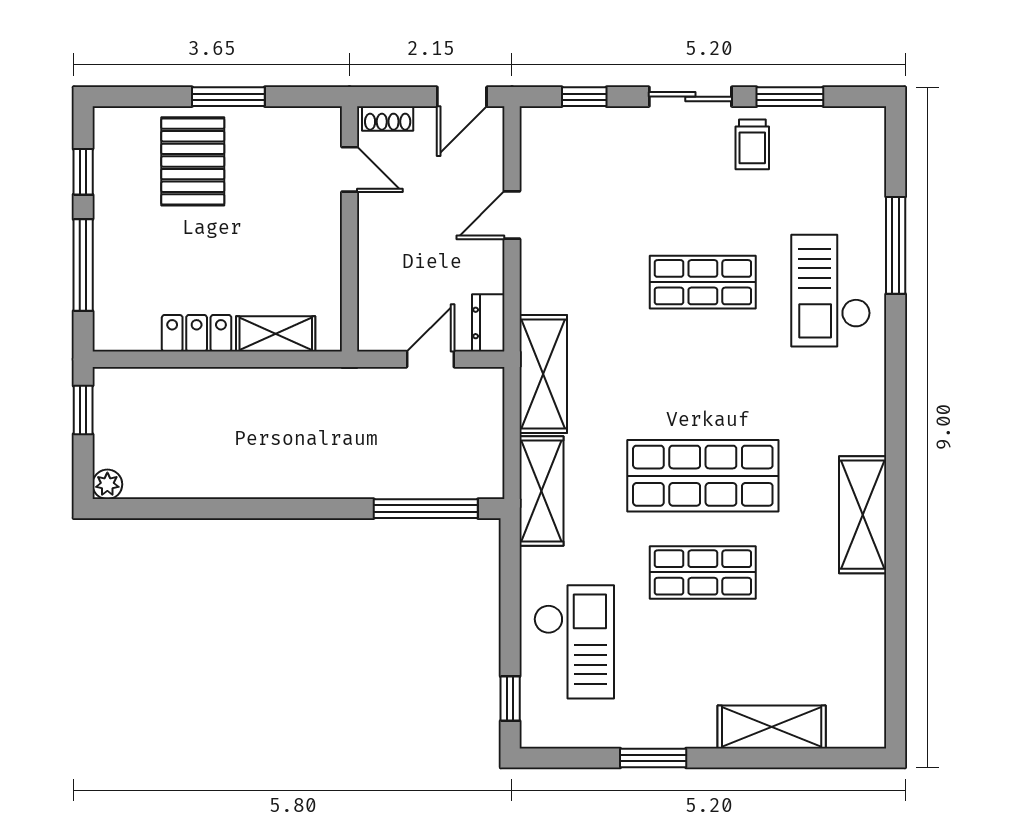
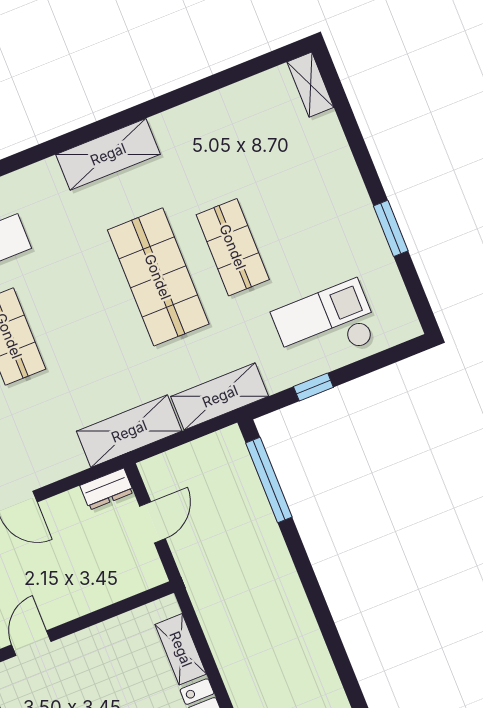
door: (430, 359) -> (153, 522), swing flipped
shelving: (863, 515) -> (108, 154), moved
window: (510, 699) -> (313, 387), moved
shelving: (772, 727) -> (310, 85), moved, width x0.67, depth x0.75

